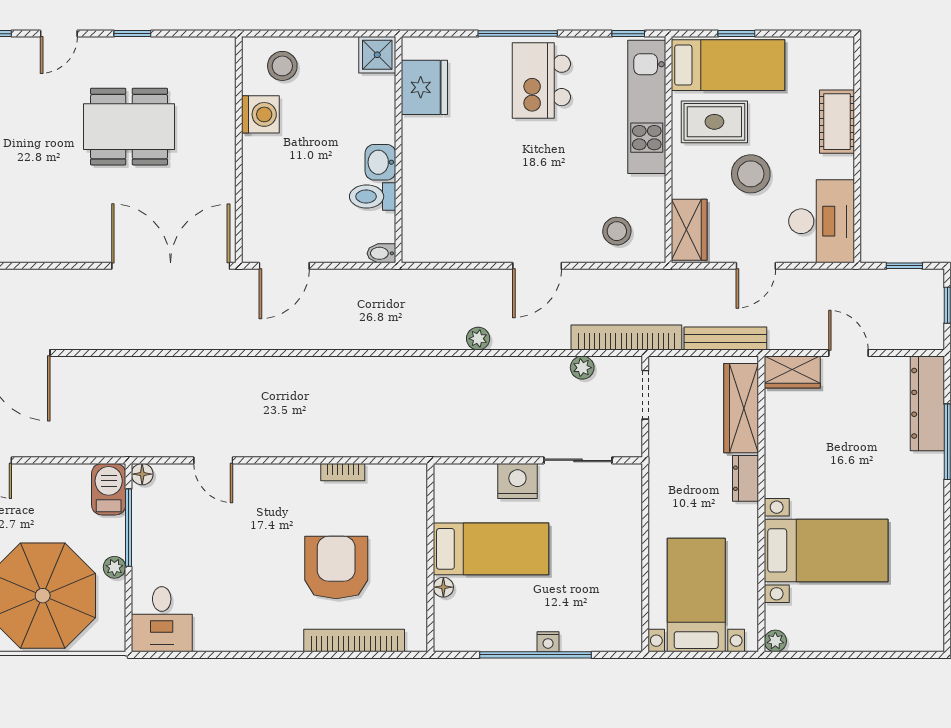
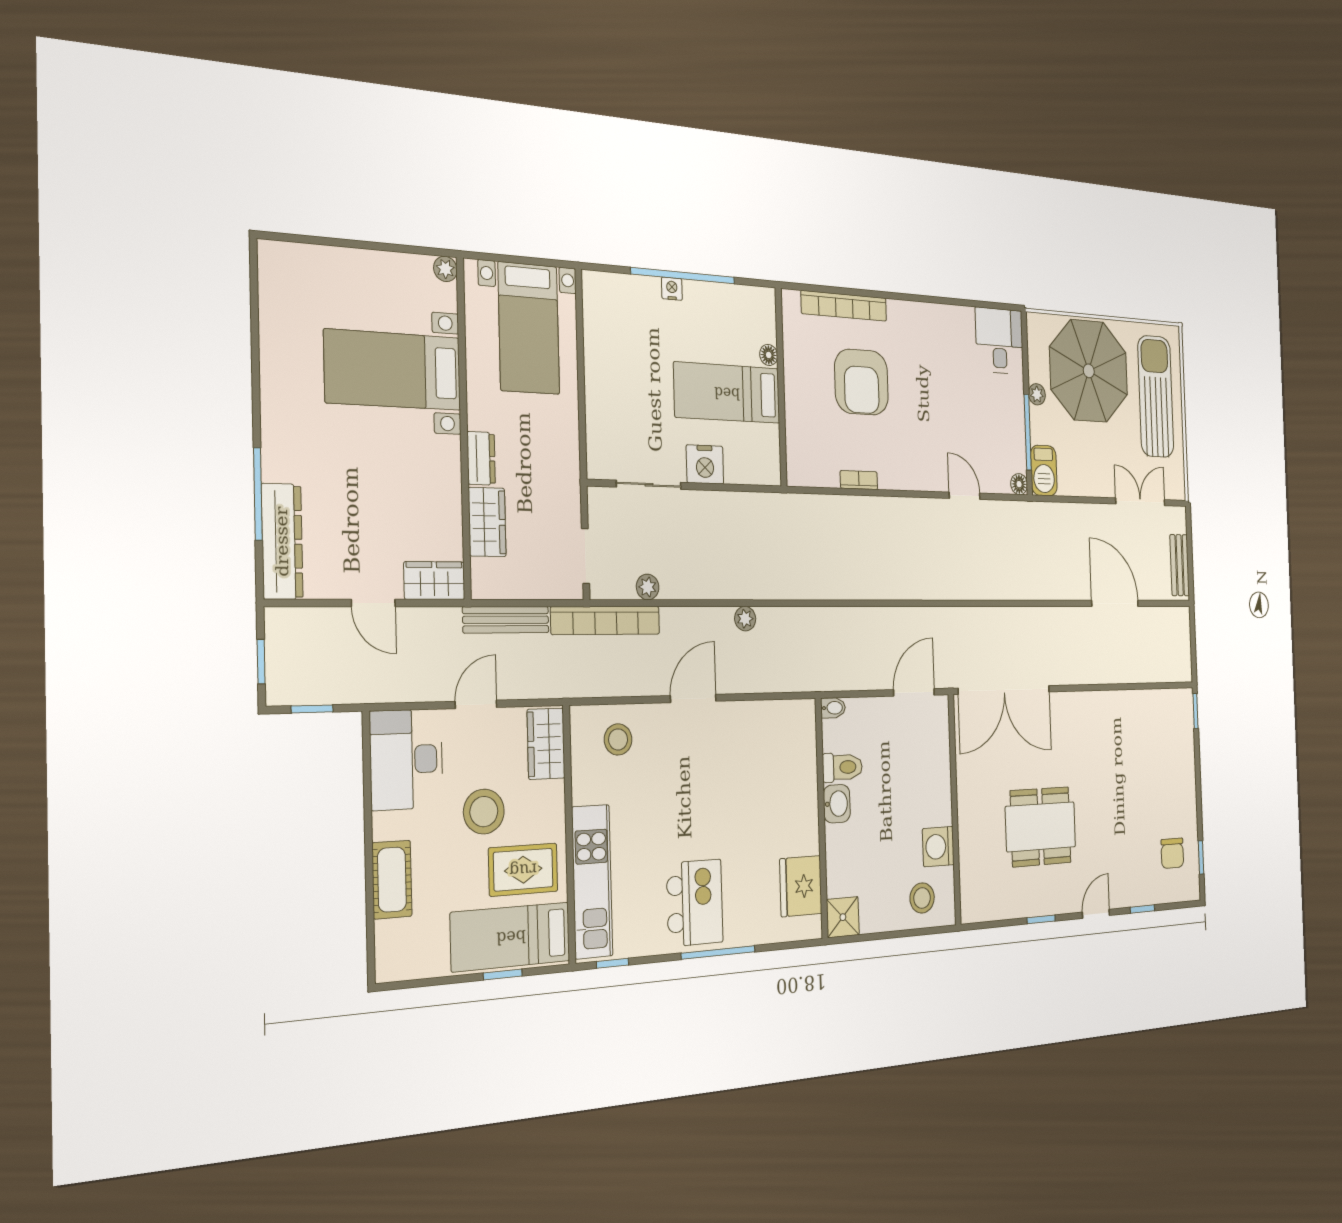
wardrobe: (741, 408) -> (487, 522), width x0.67

